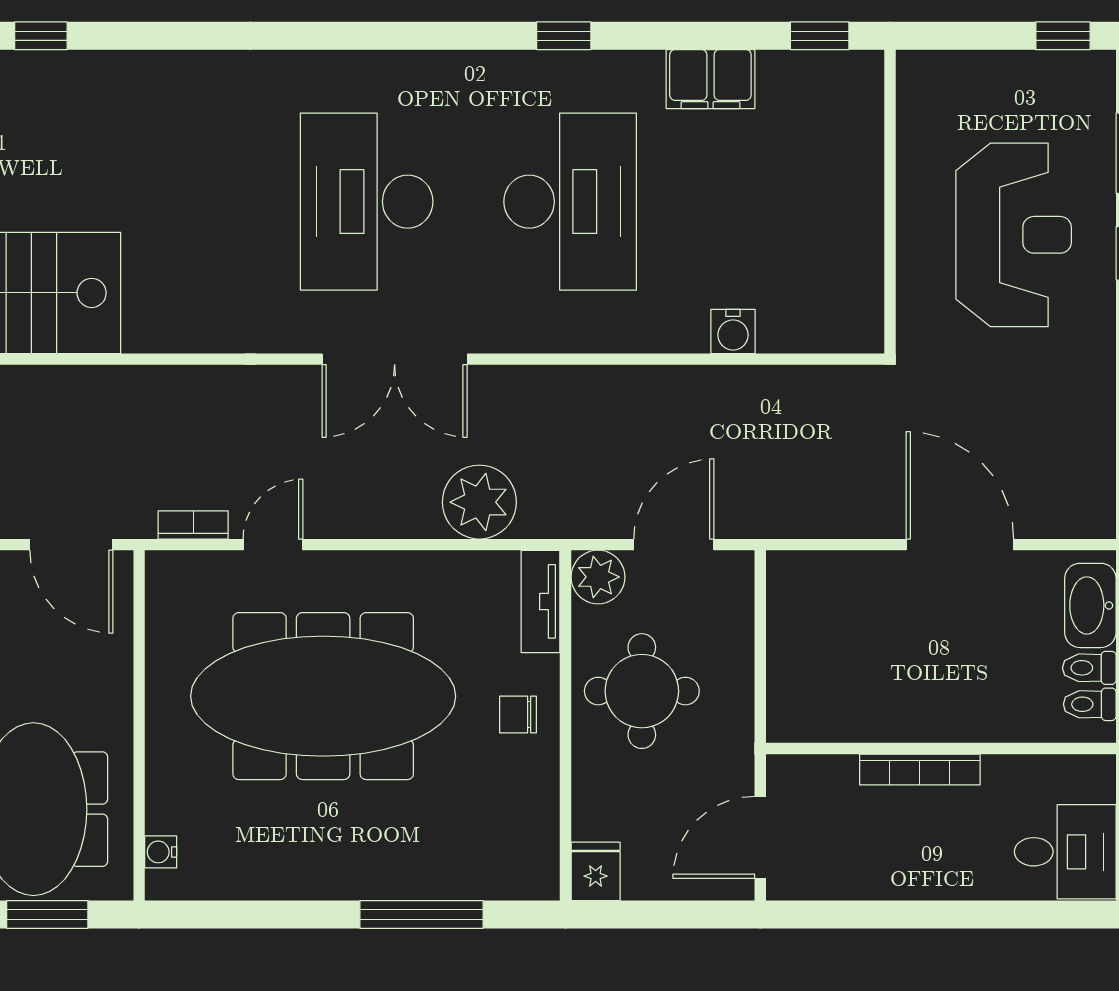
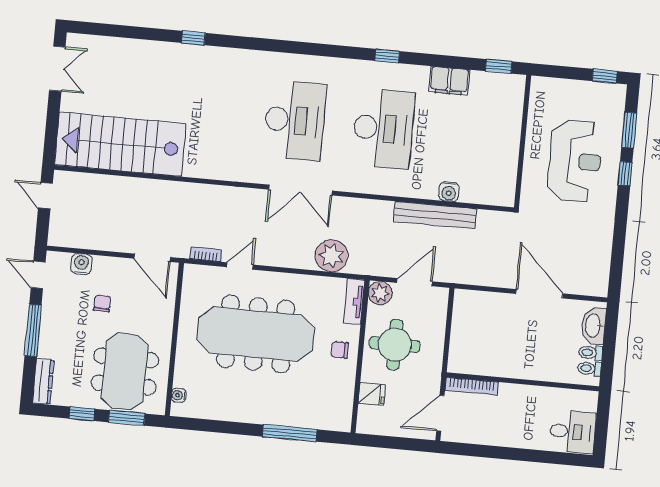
window: (41, 36) -> (193, 38), moved
desk: (367, 202) -> (295, 120), turned 180
bench: (706, 388) -> (435, 215), added
bookcase: (920, 769) -> (472, 386), moved
fridge: (596, 871) -> (372, 394), moved, turned 90

